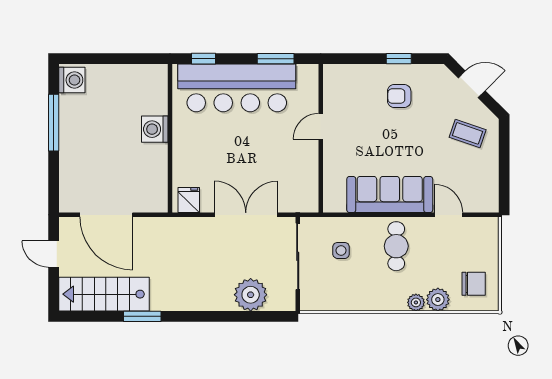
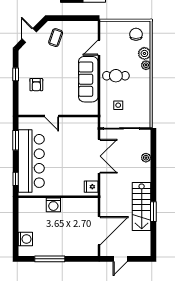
washing machine: (72, 80) -> (25, 239), moved, turned 90
armchair: (399, 96) -> (36, 85), moved
double door: (246, 215) -> (99, 156), swing flipped
stairs: (104, 294) -> (142, 207), moved
plant: (251, 295) -> (146, 158), width x0.53, depth x0.53

